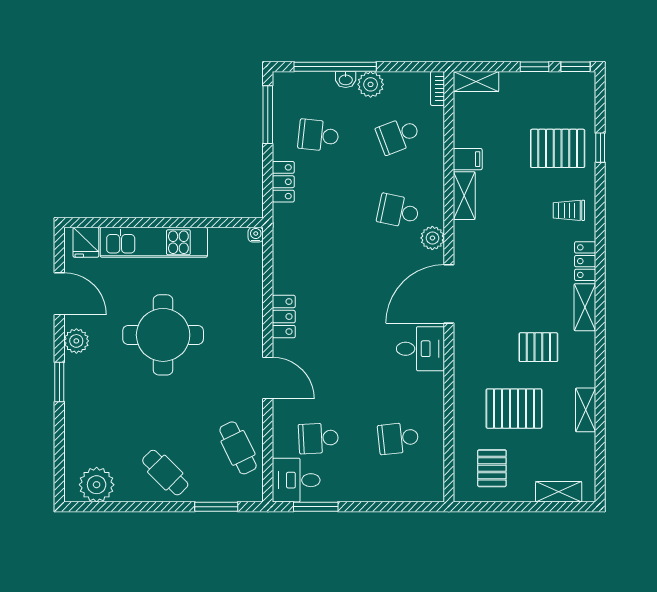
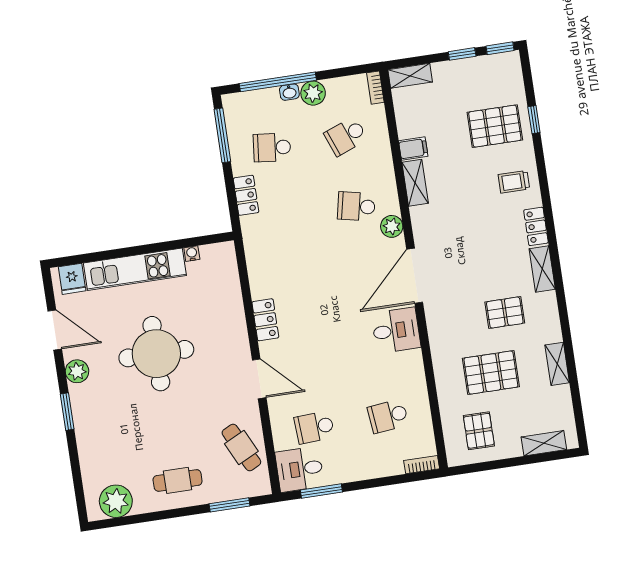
water cooler: (256, 235) -> (192, 254), moved
cafe table: (165, 473) -> (178, 480), turned -45
bookcase: (426, 495) -> (422, 465), added

